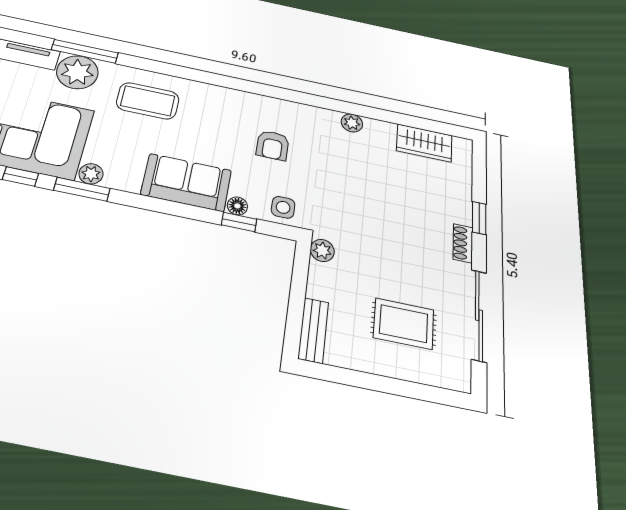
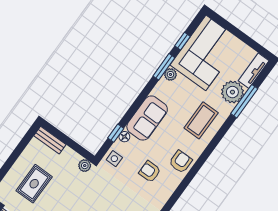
armchair: (231, 107) -> (181, 162), added

